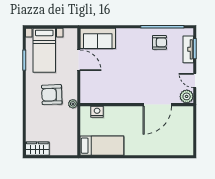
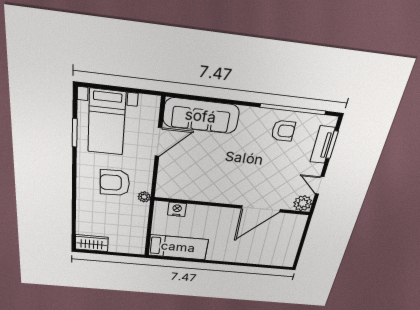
sofa: (98, 38) -> (201, 116), width x1.36
door: (79, 60) -> (158, 142), hinge flipped

